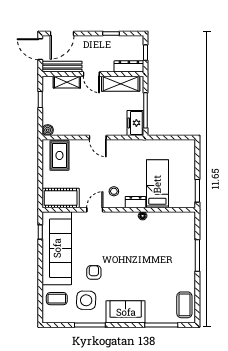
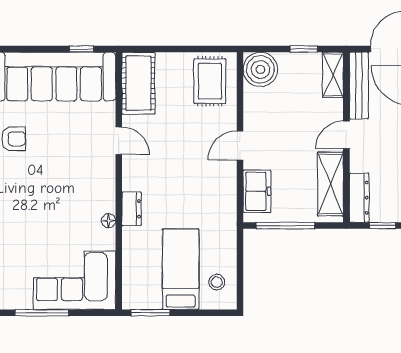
shelving: (67, 82) -> (333, 75), moved
freezer: (135, 123) -> (257, 191), moved, turned 90
boiler: (48, 130) -> (260, 69), width x1.86, depth x1.86
rug: (59, 155) -> (210, 81), turned 90
bed: (157, 184) -> (181, 269), moved, turned -90
stool: (114, 191) -> (217, 282), moved
corner sofa: (178, 236) -> (75, 280), added

